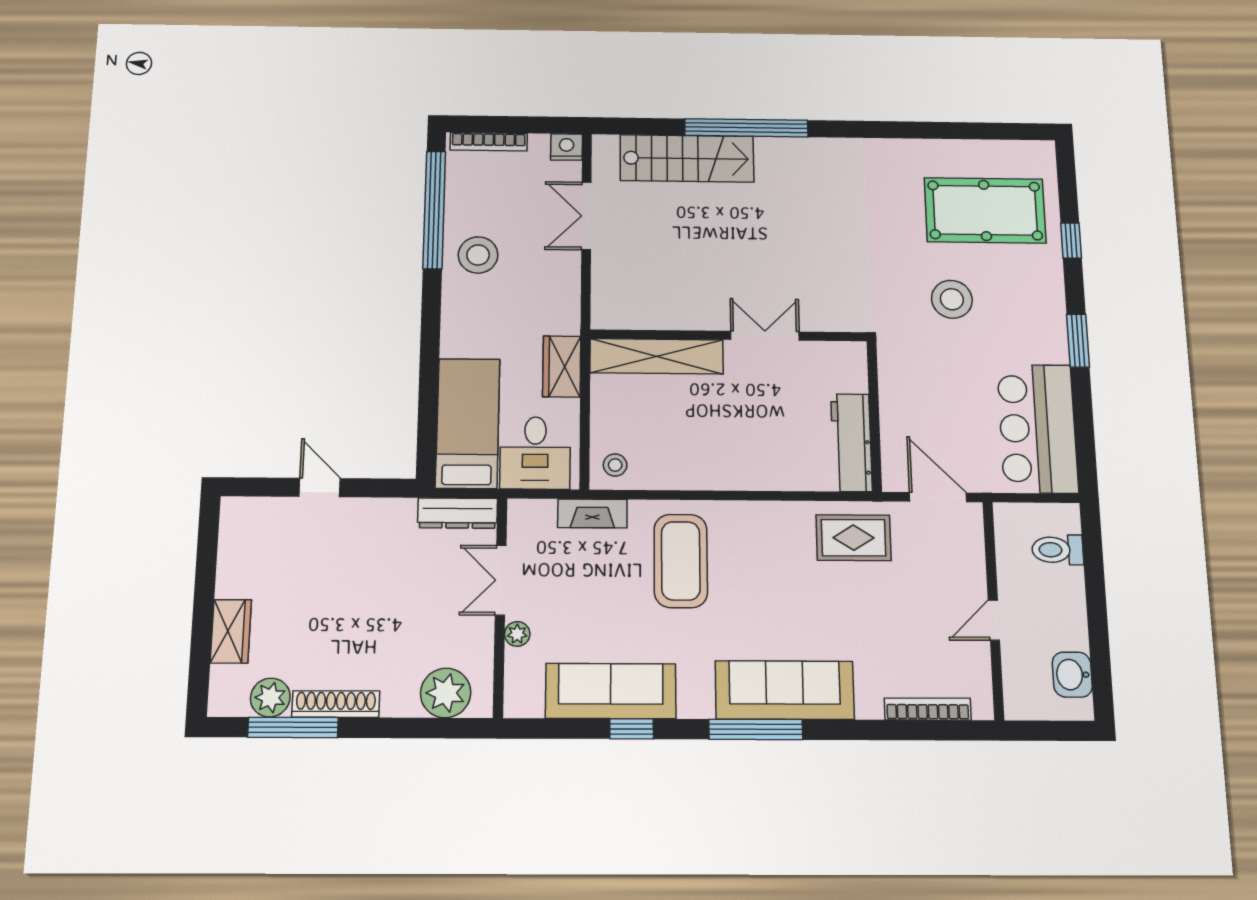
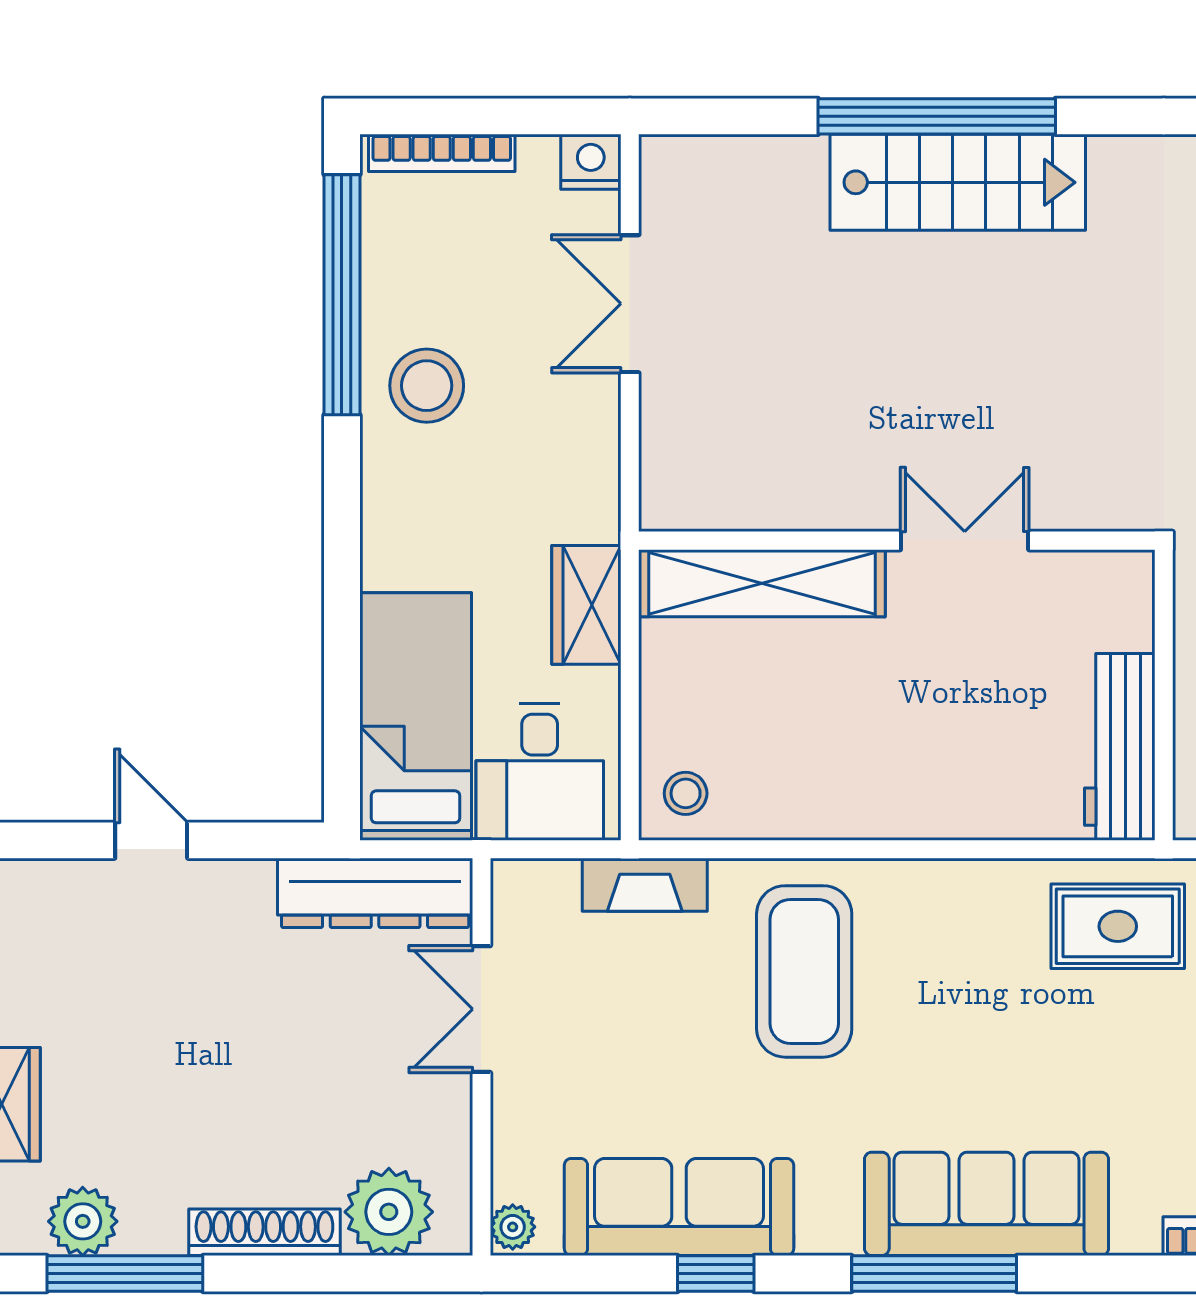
stairs: (687, 158) -> (958, 182), moved
dresser: (457, 513) -> (375, 893), width x1.37, depth x1.24
plant: (517, 634) -> (513, 1227), moved
shoe rack: (336, 704) -> (264, 1232), moved

